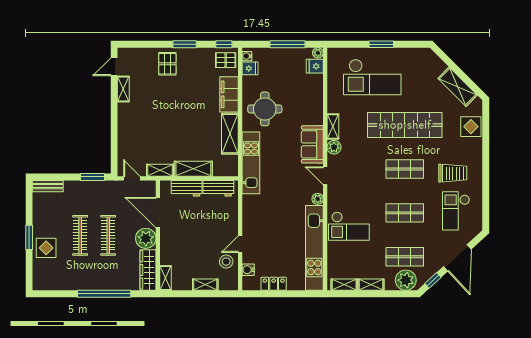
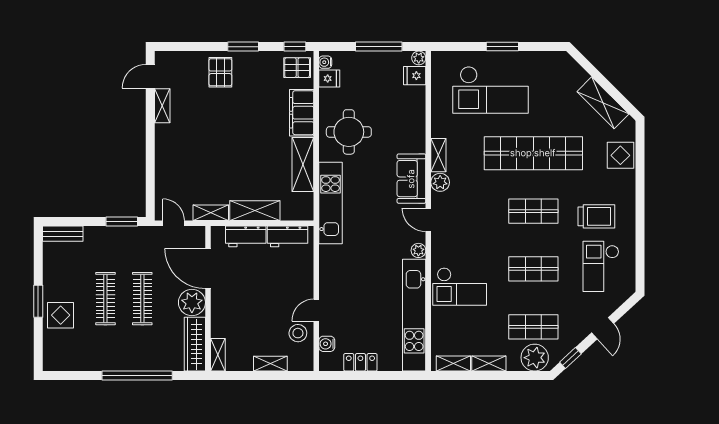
door: (457, 258) -> (603, 328), width x0.53

